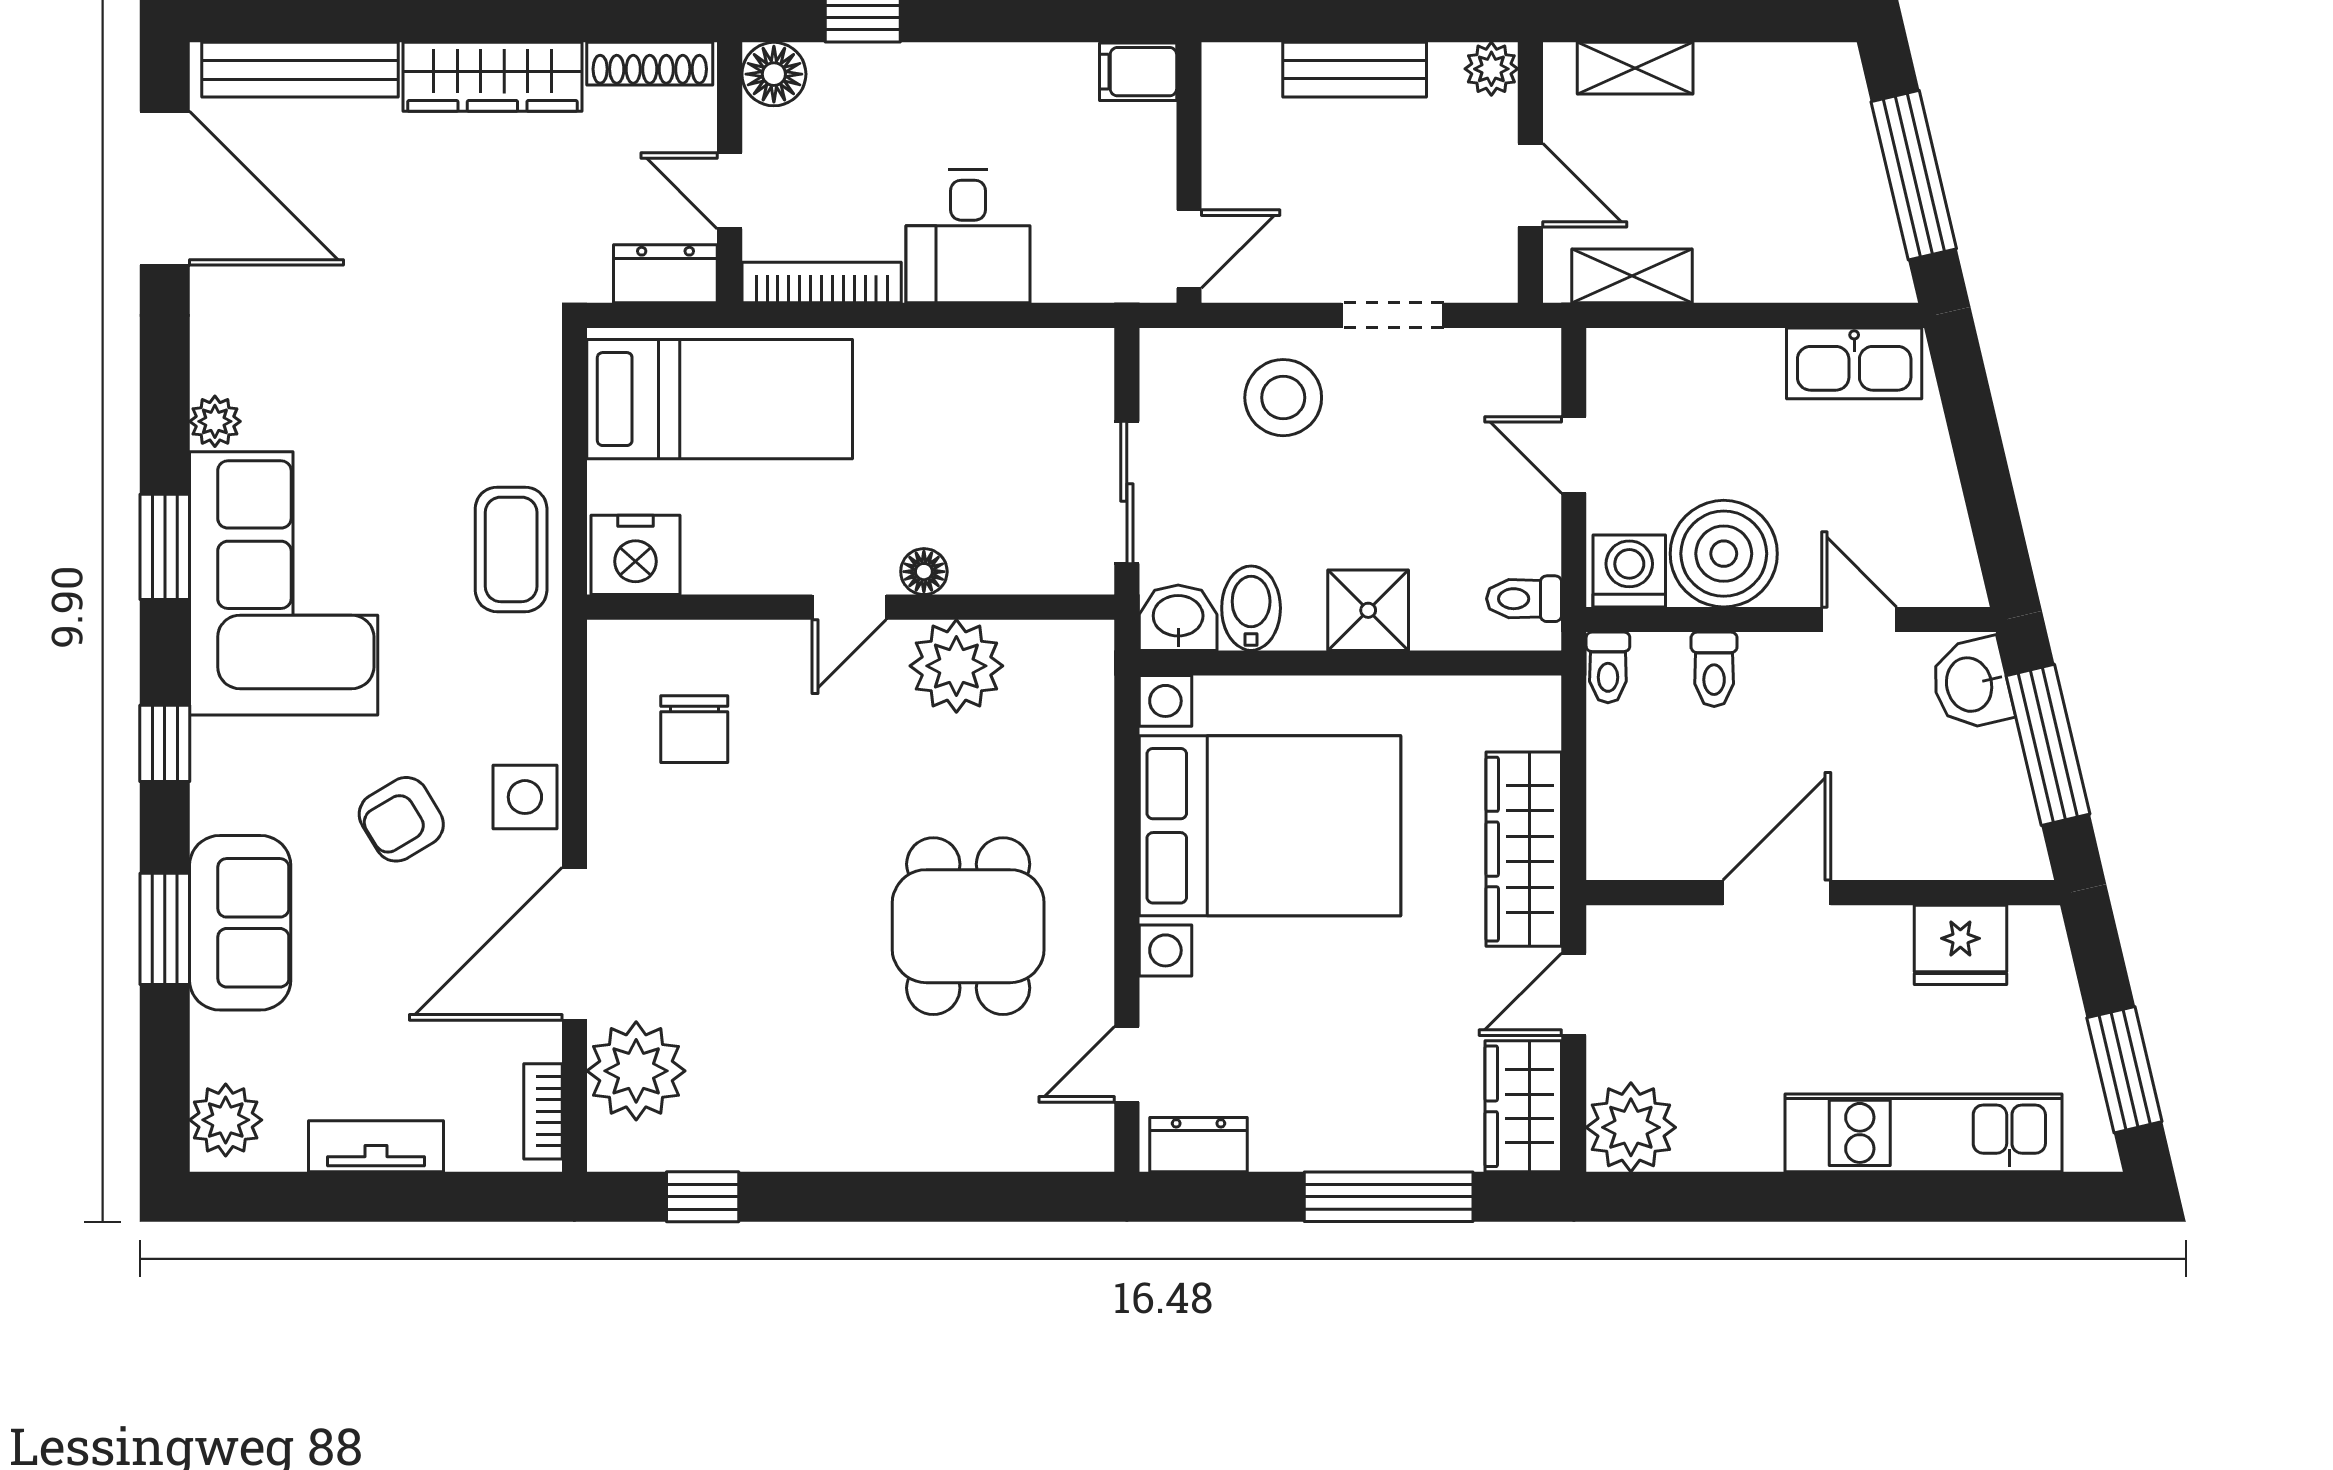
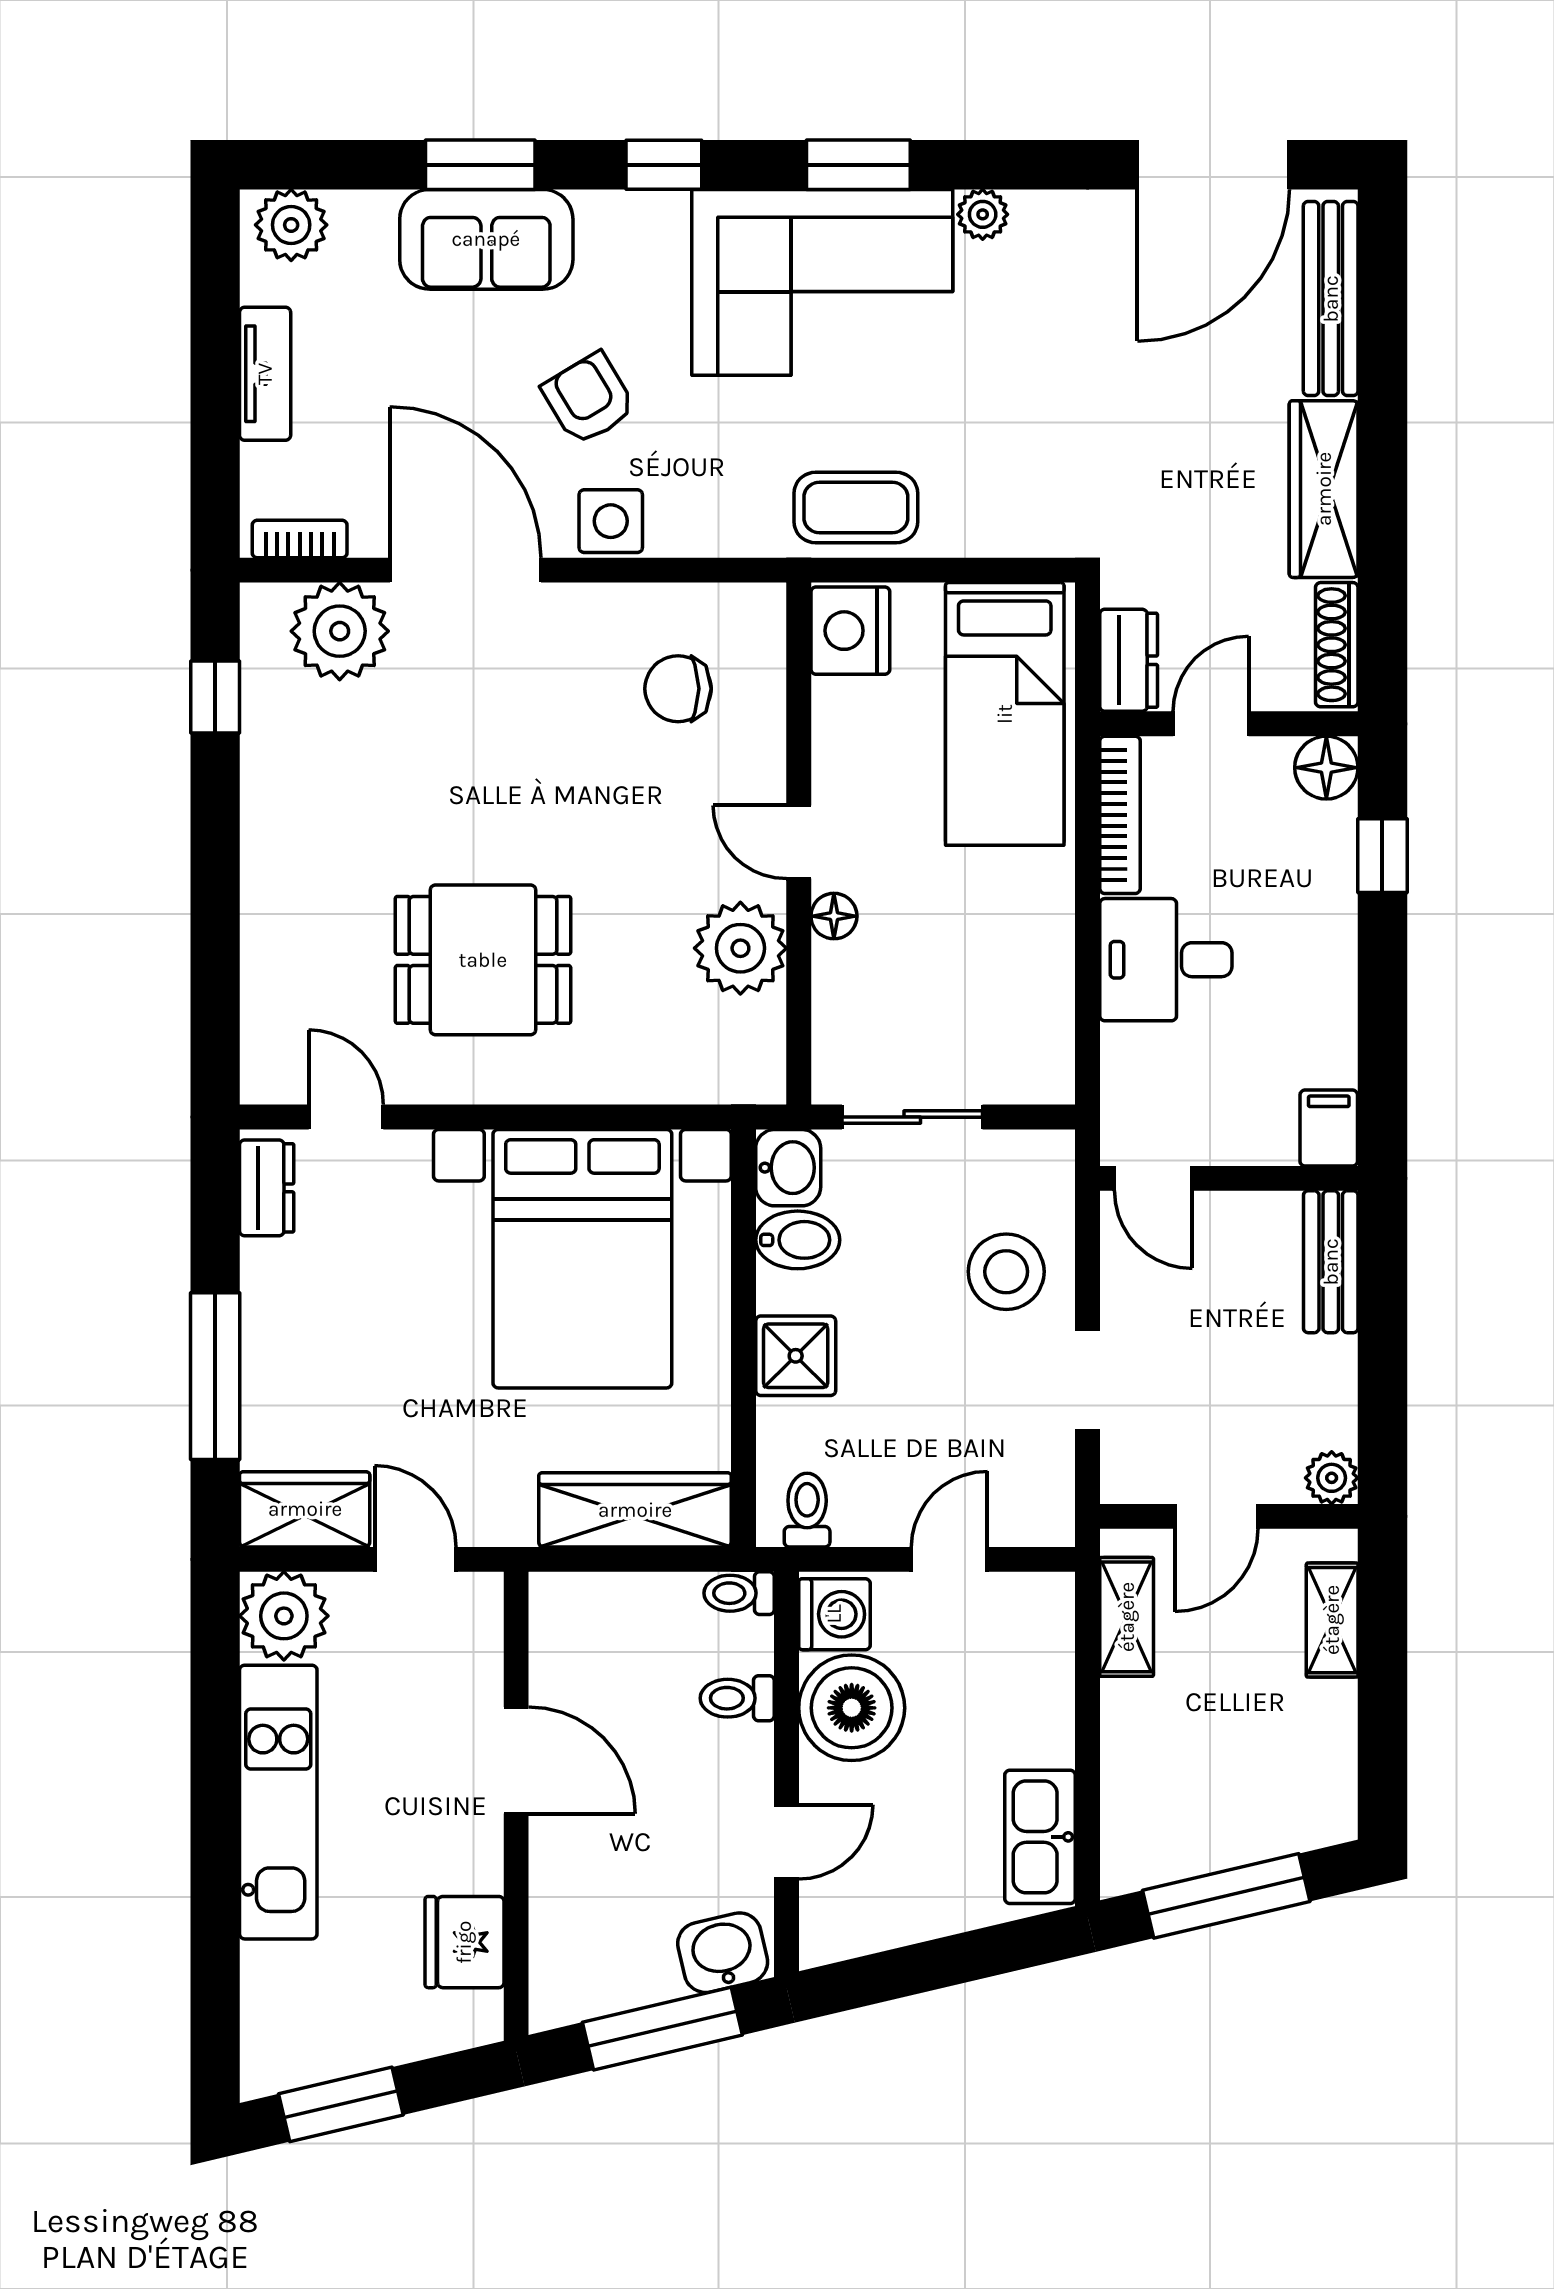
bench: (1355, 70) -> (1331, 1262), moved
wardrobe: (1524, 849) -> (635, 1510), moved
kitchen unit: (1923, 1133) -> (278, 1802), moved

